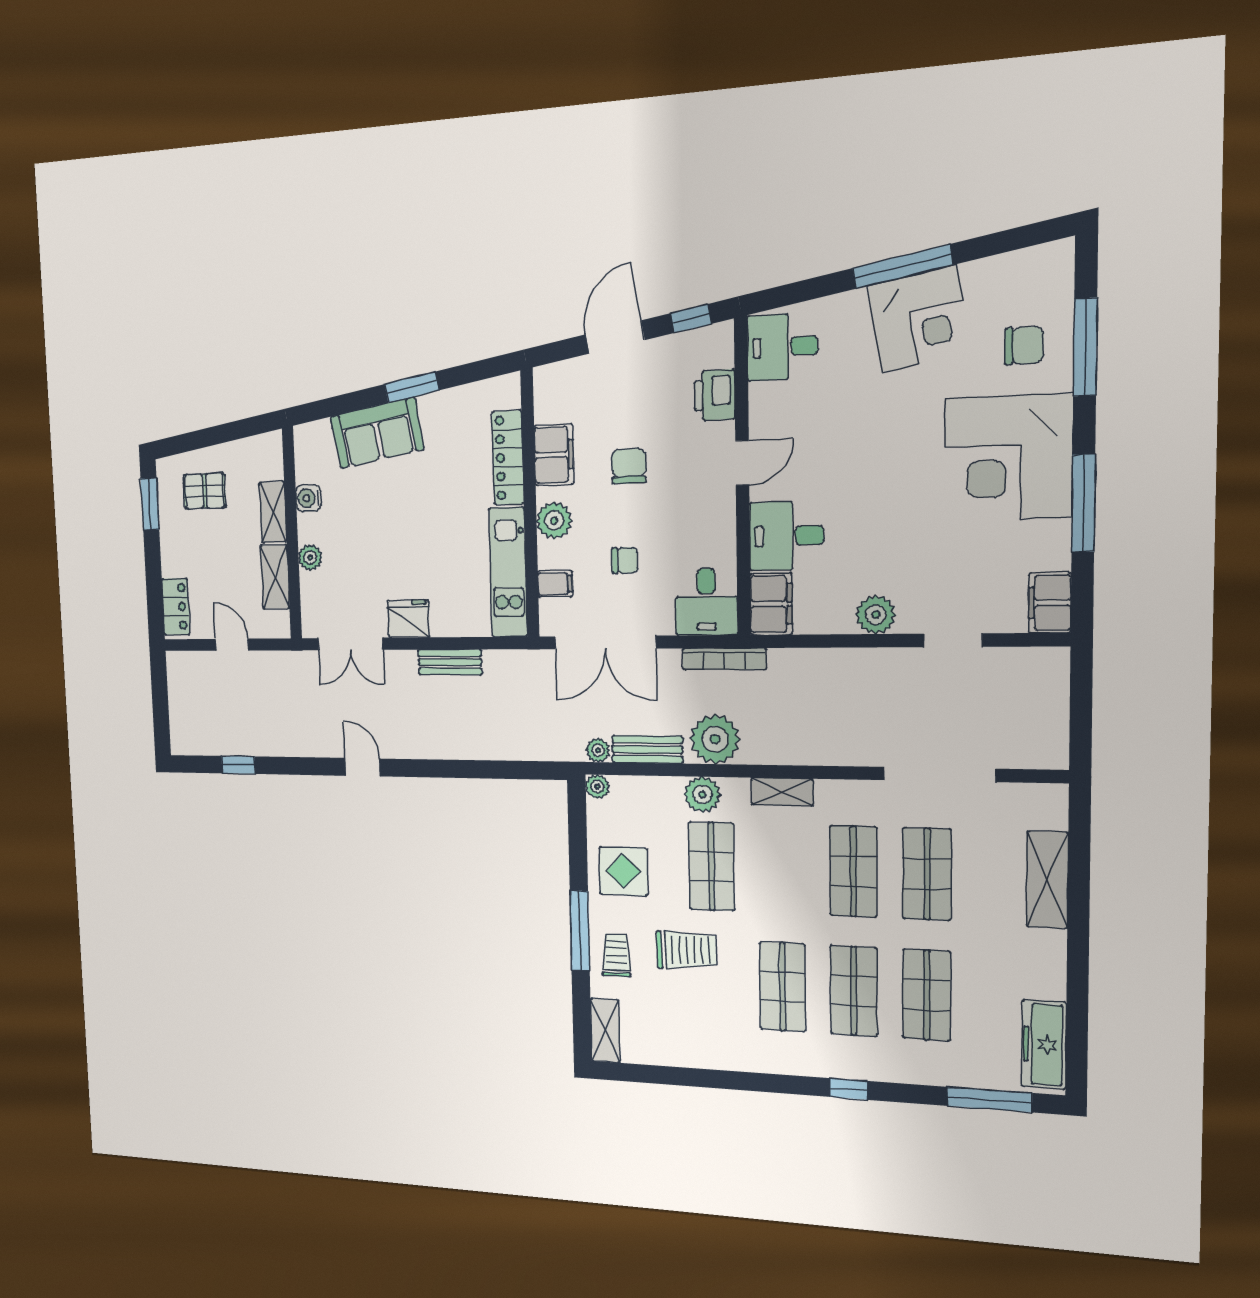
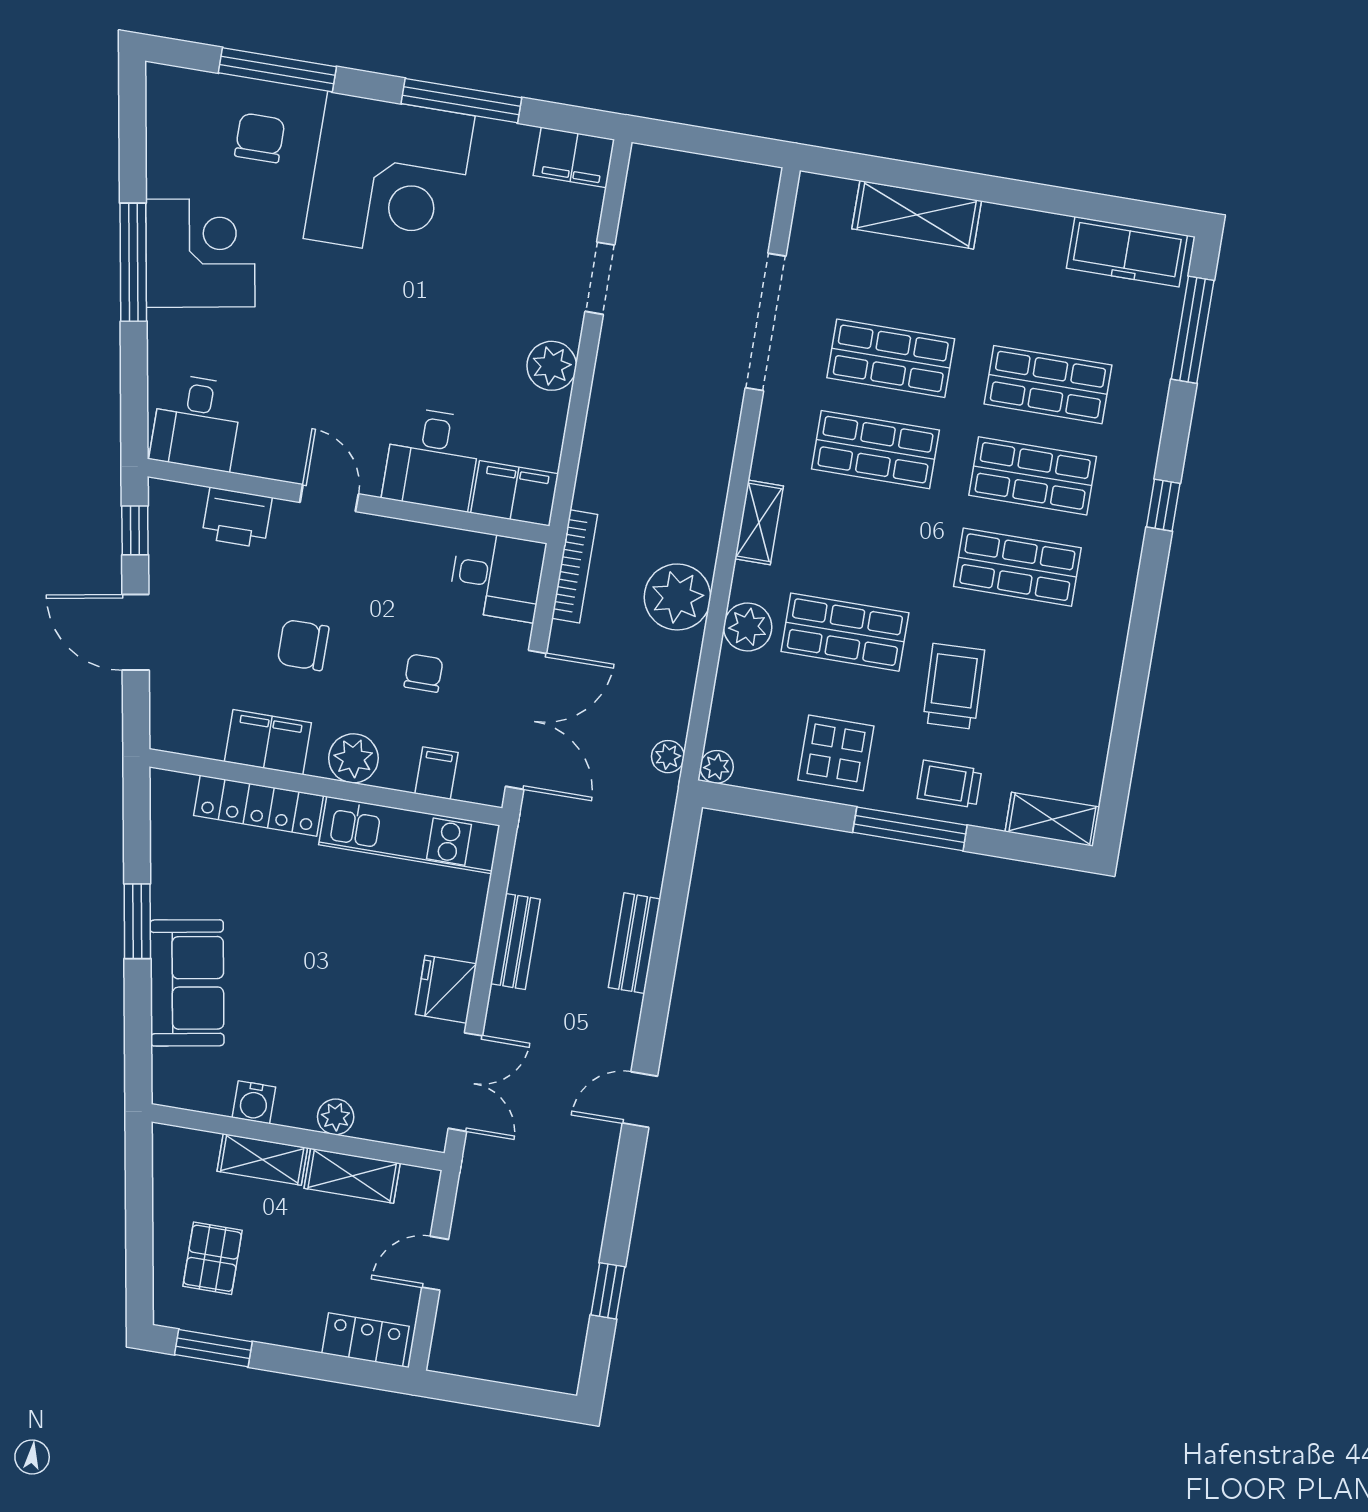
bench: (647, 749) -> (634, 943), moved

